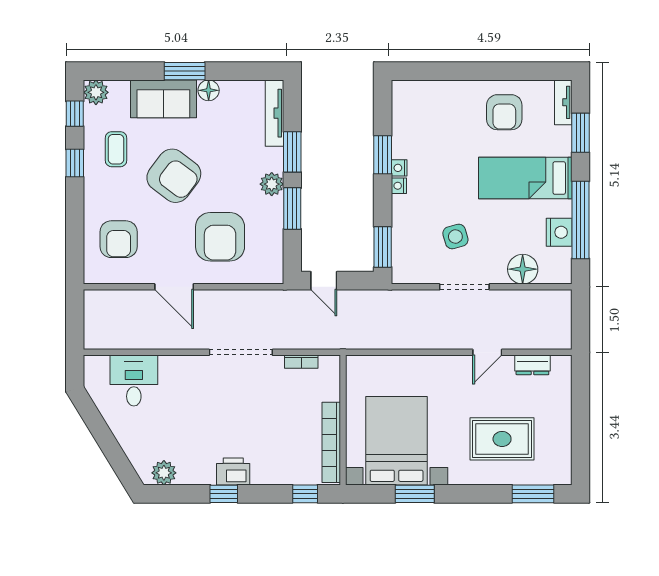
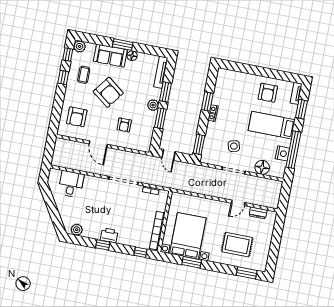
armchair: (220, 237) -> (124, 125), width x0.53, depth x0.53

